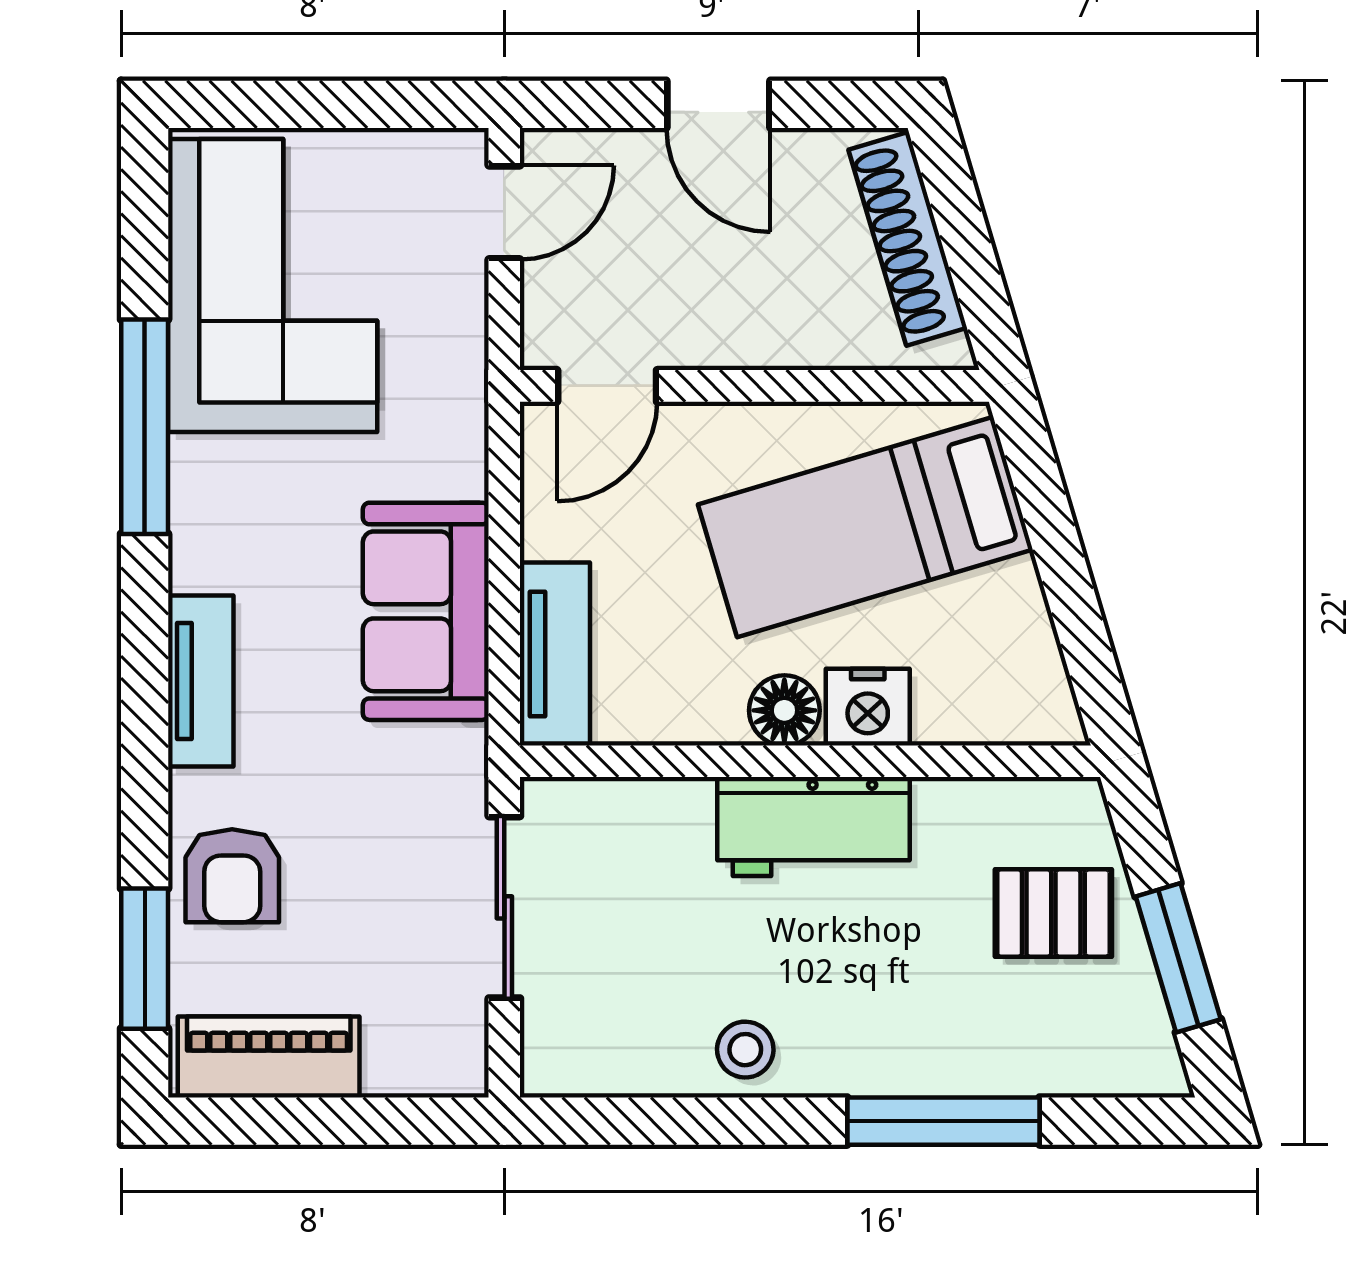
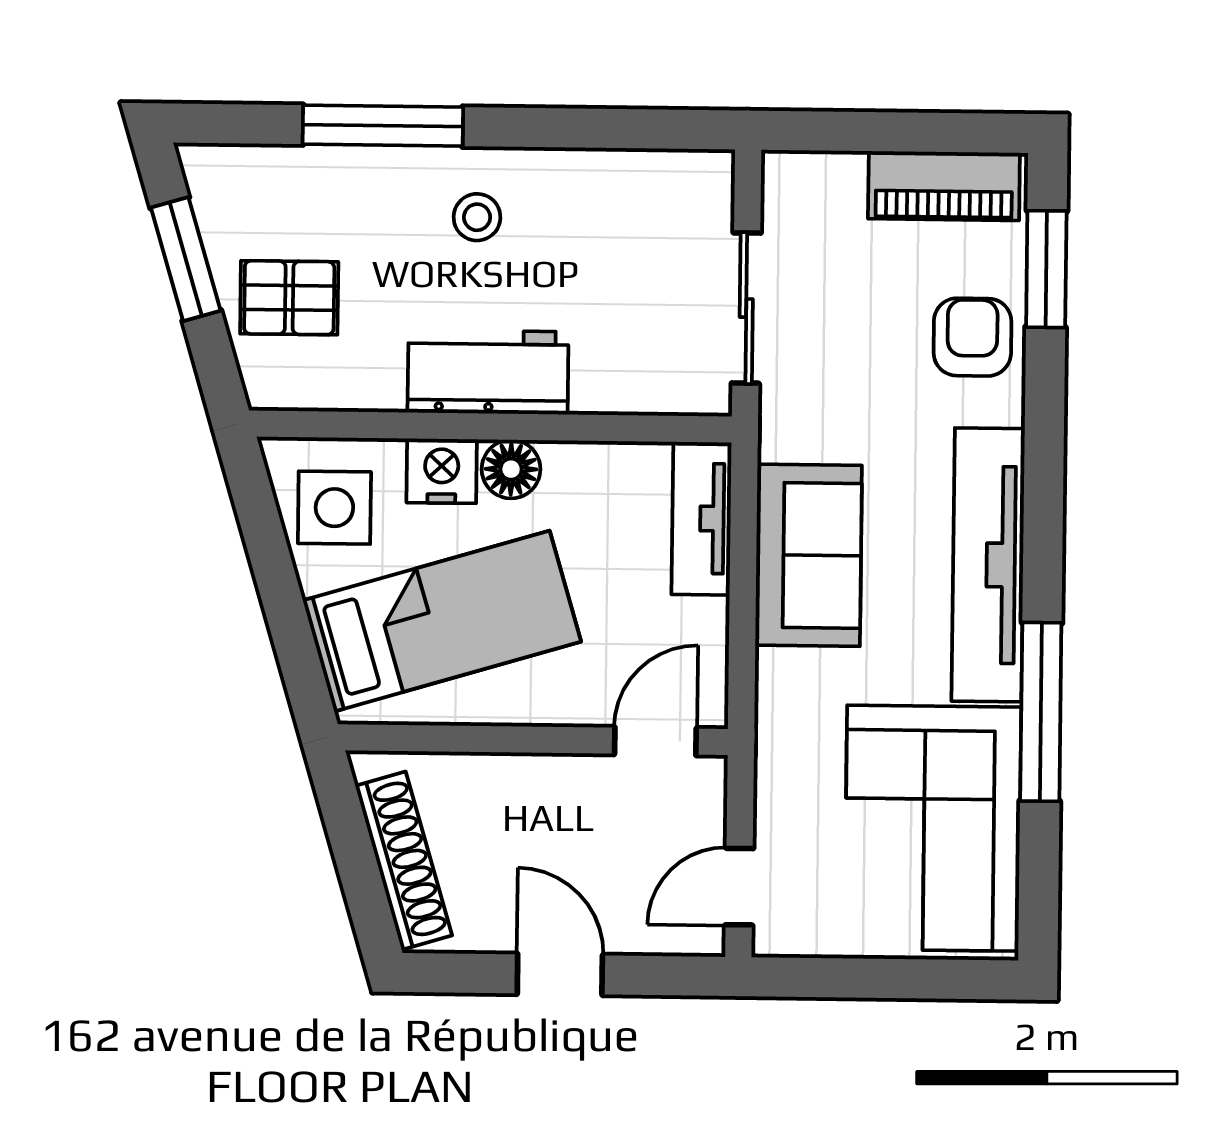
side table: (996, 662) -> (334, 508), added
tv unit: (201, 681) -> (988, 565), width x1.92, depth x1.29
stool: (745, 1050) -> (477, 217), moved

